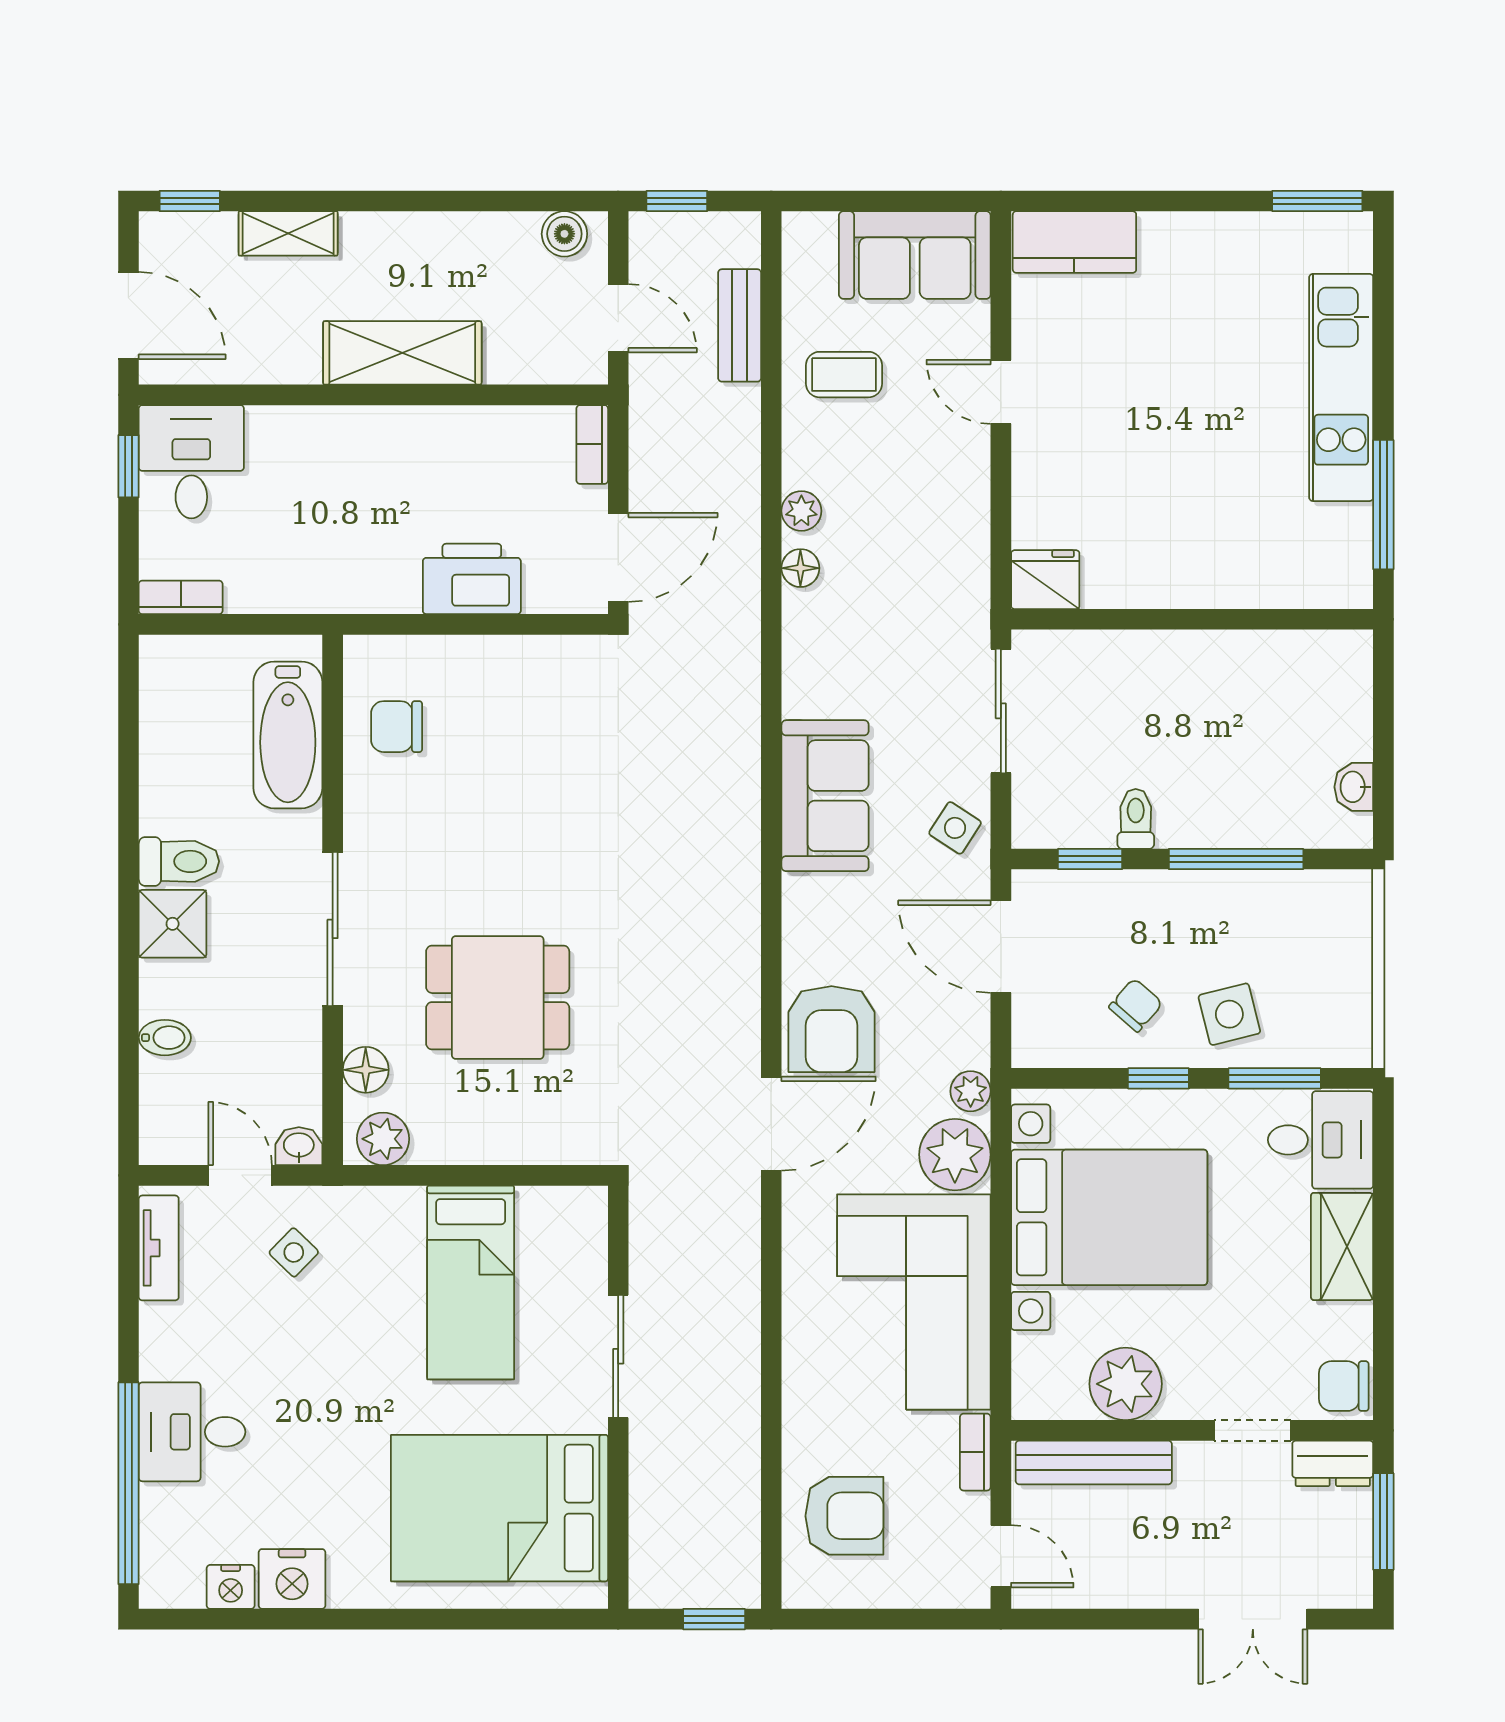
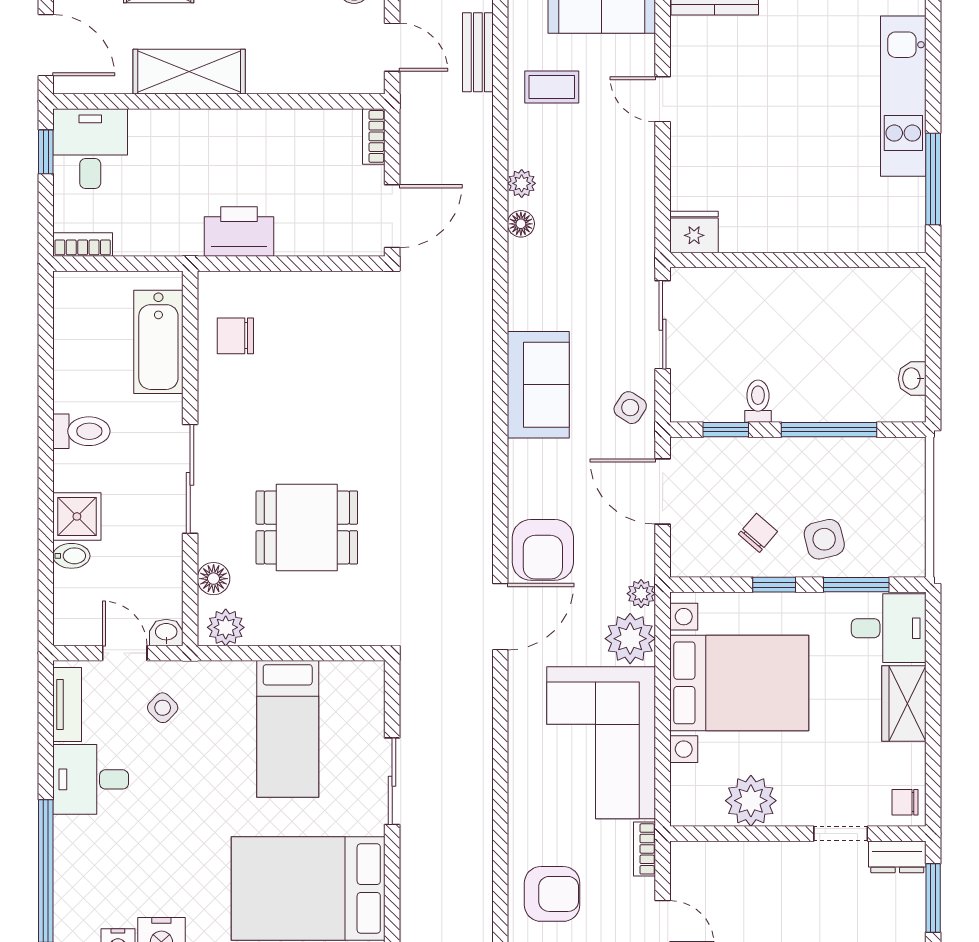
shelving: (402, 353) -> (189, 72), moved
printer: (472, 579) -> (239, 231), moved
shower: (173, 924) -> (77, 516), moved
chair: (1344, 1386) -> (905, 802), width x0.73, depth x0.73
desk: (192, 1432) -> (91, 779), moved
bench: (1094, 1462) -> (728, 856), removed

